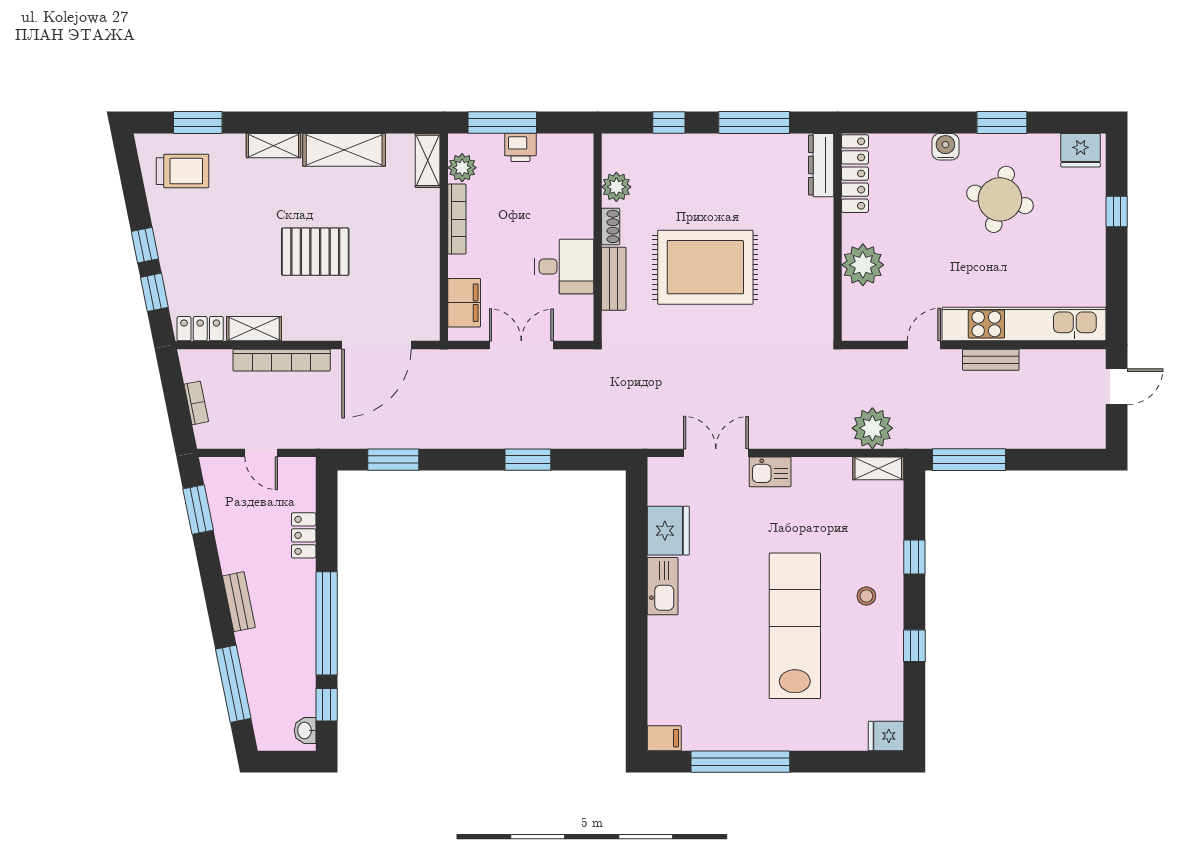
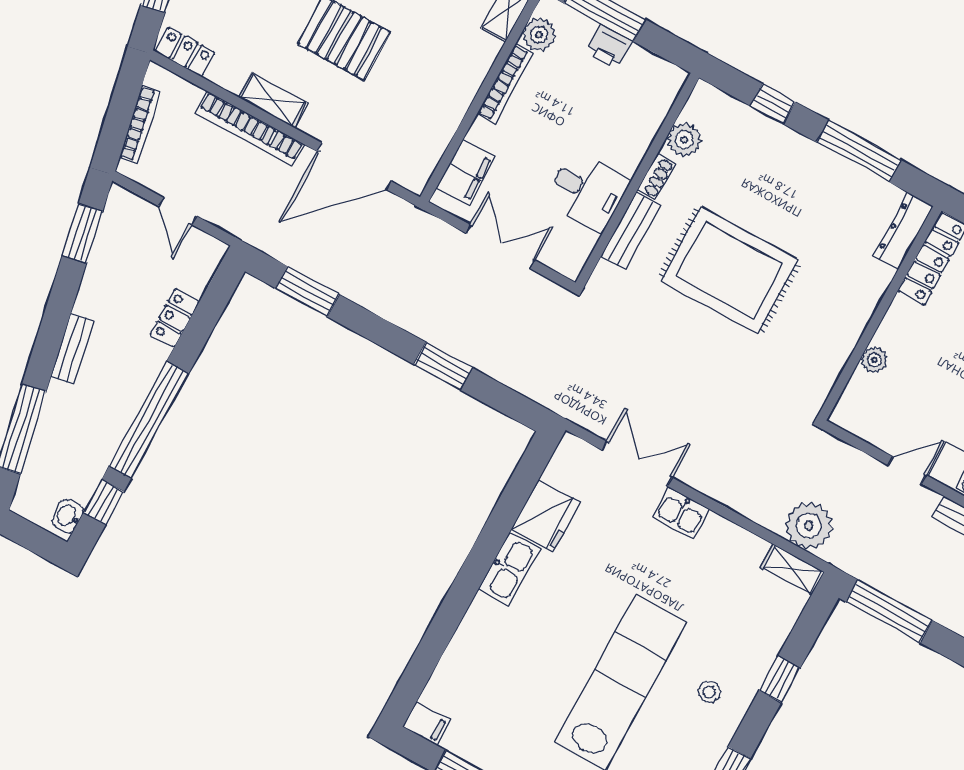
plant: (863, 265) -> (874, 360), width x0.53, depth x0.53
shelving: (254, 329) -> (273, 100), moved
bookcase: (196, 403) -> (140, 125), width x1.56

